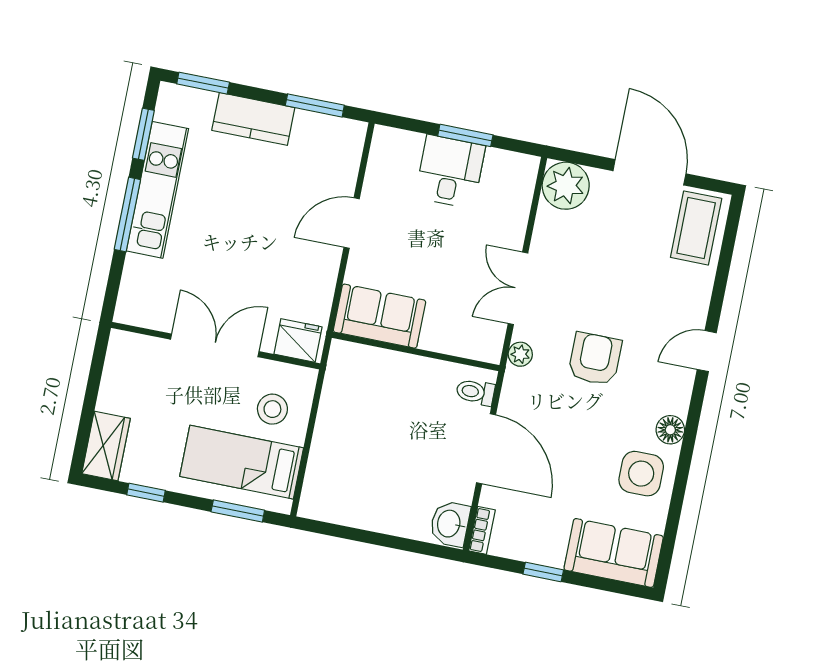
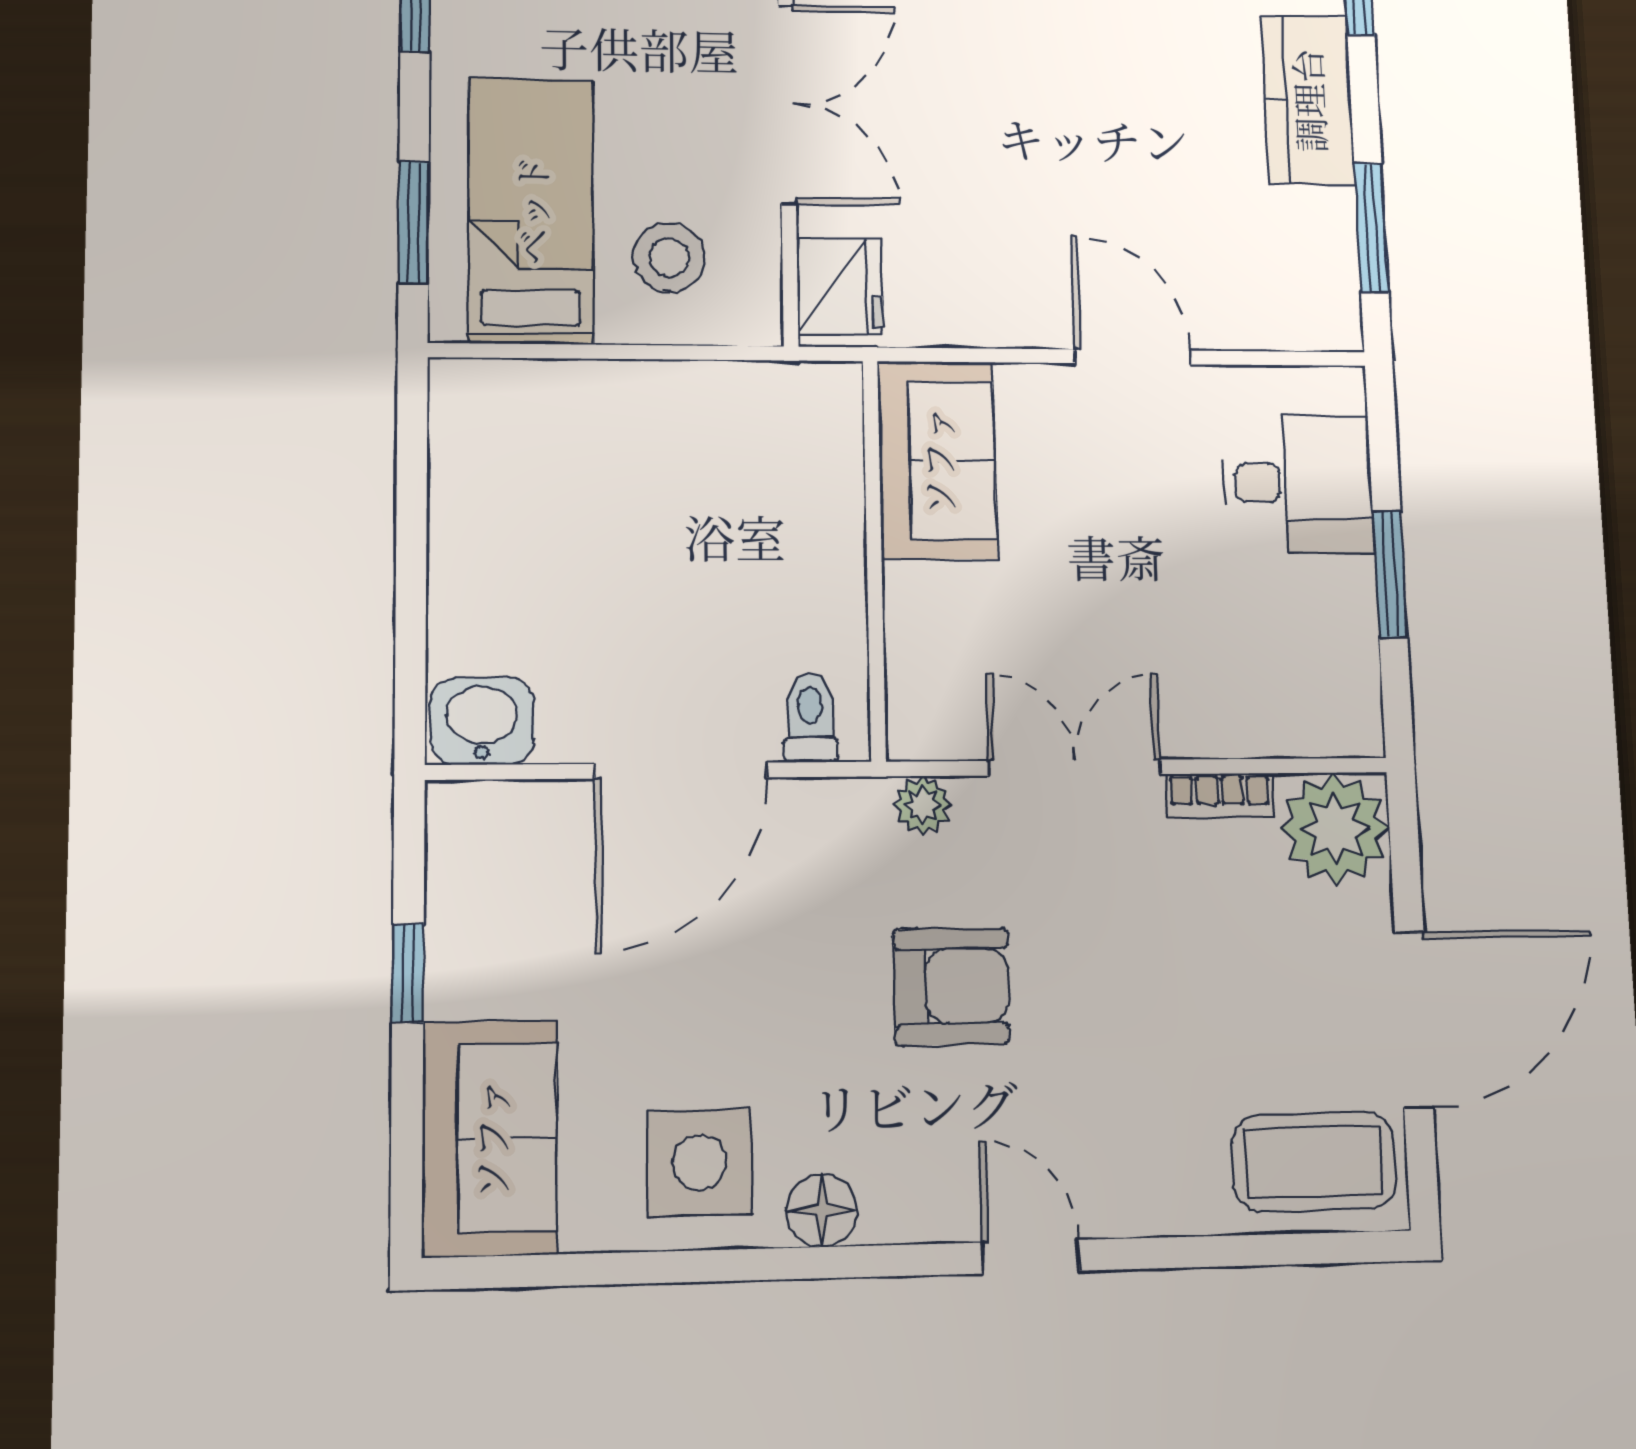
desk: (450, 172) -> (1298, 483), moved
bookcase: (482, 530) -> (1220, 795), moved

